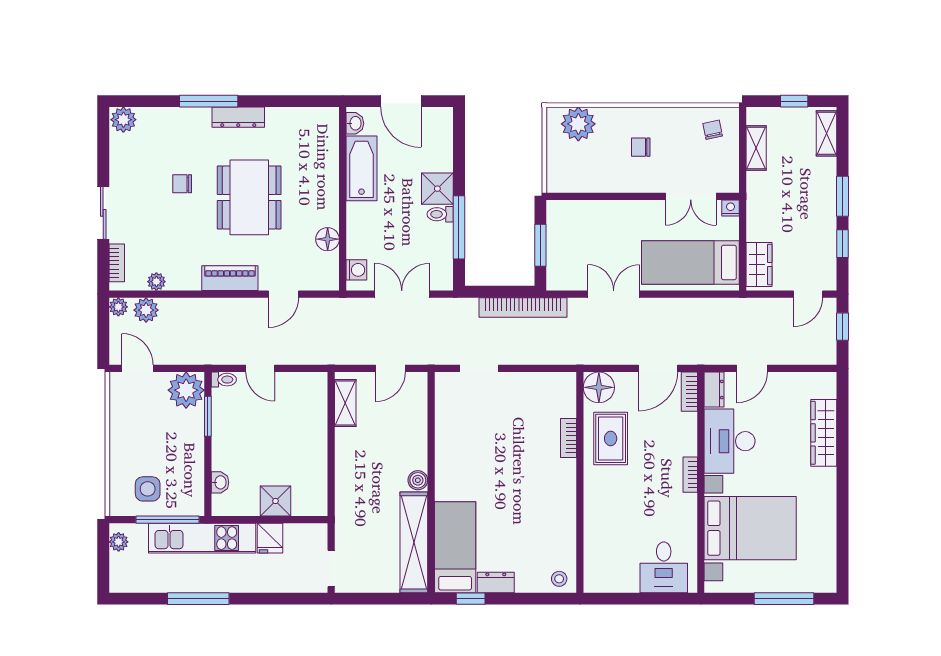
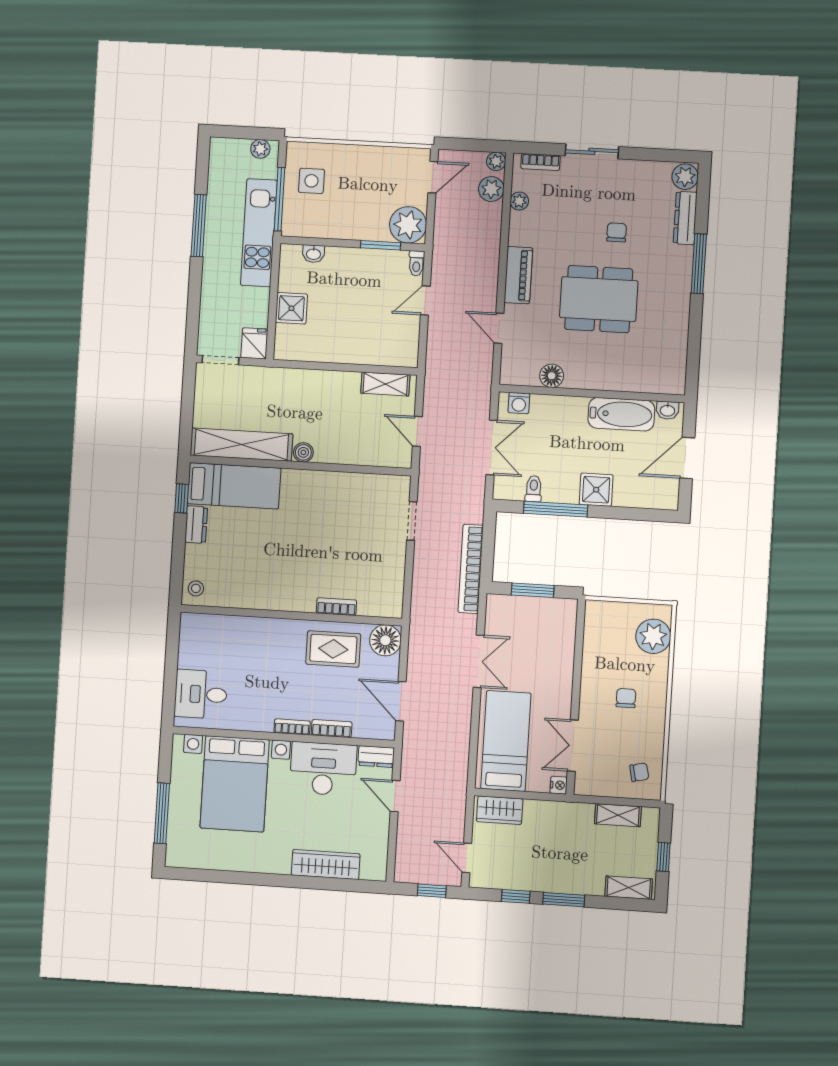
dresser: (238, 117) -> (685, 218), moved
toilet: (440, 214) -> (534, 489), moved
bookcase: (689, 392) -> (332, 729), moved
fridge: (270, 538) -> (254, 343), moved, turned 90

